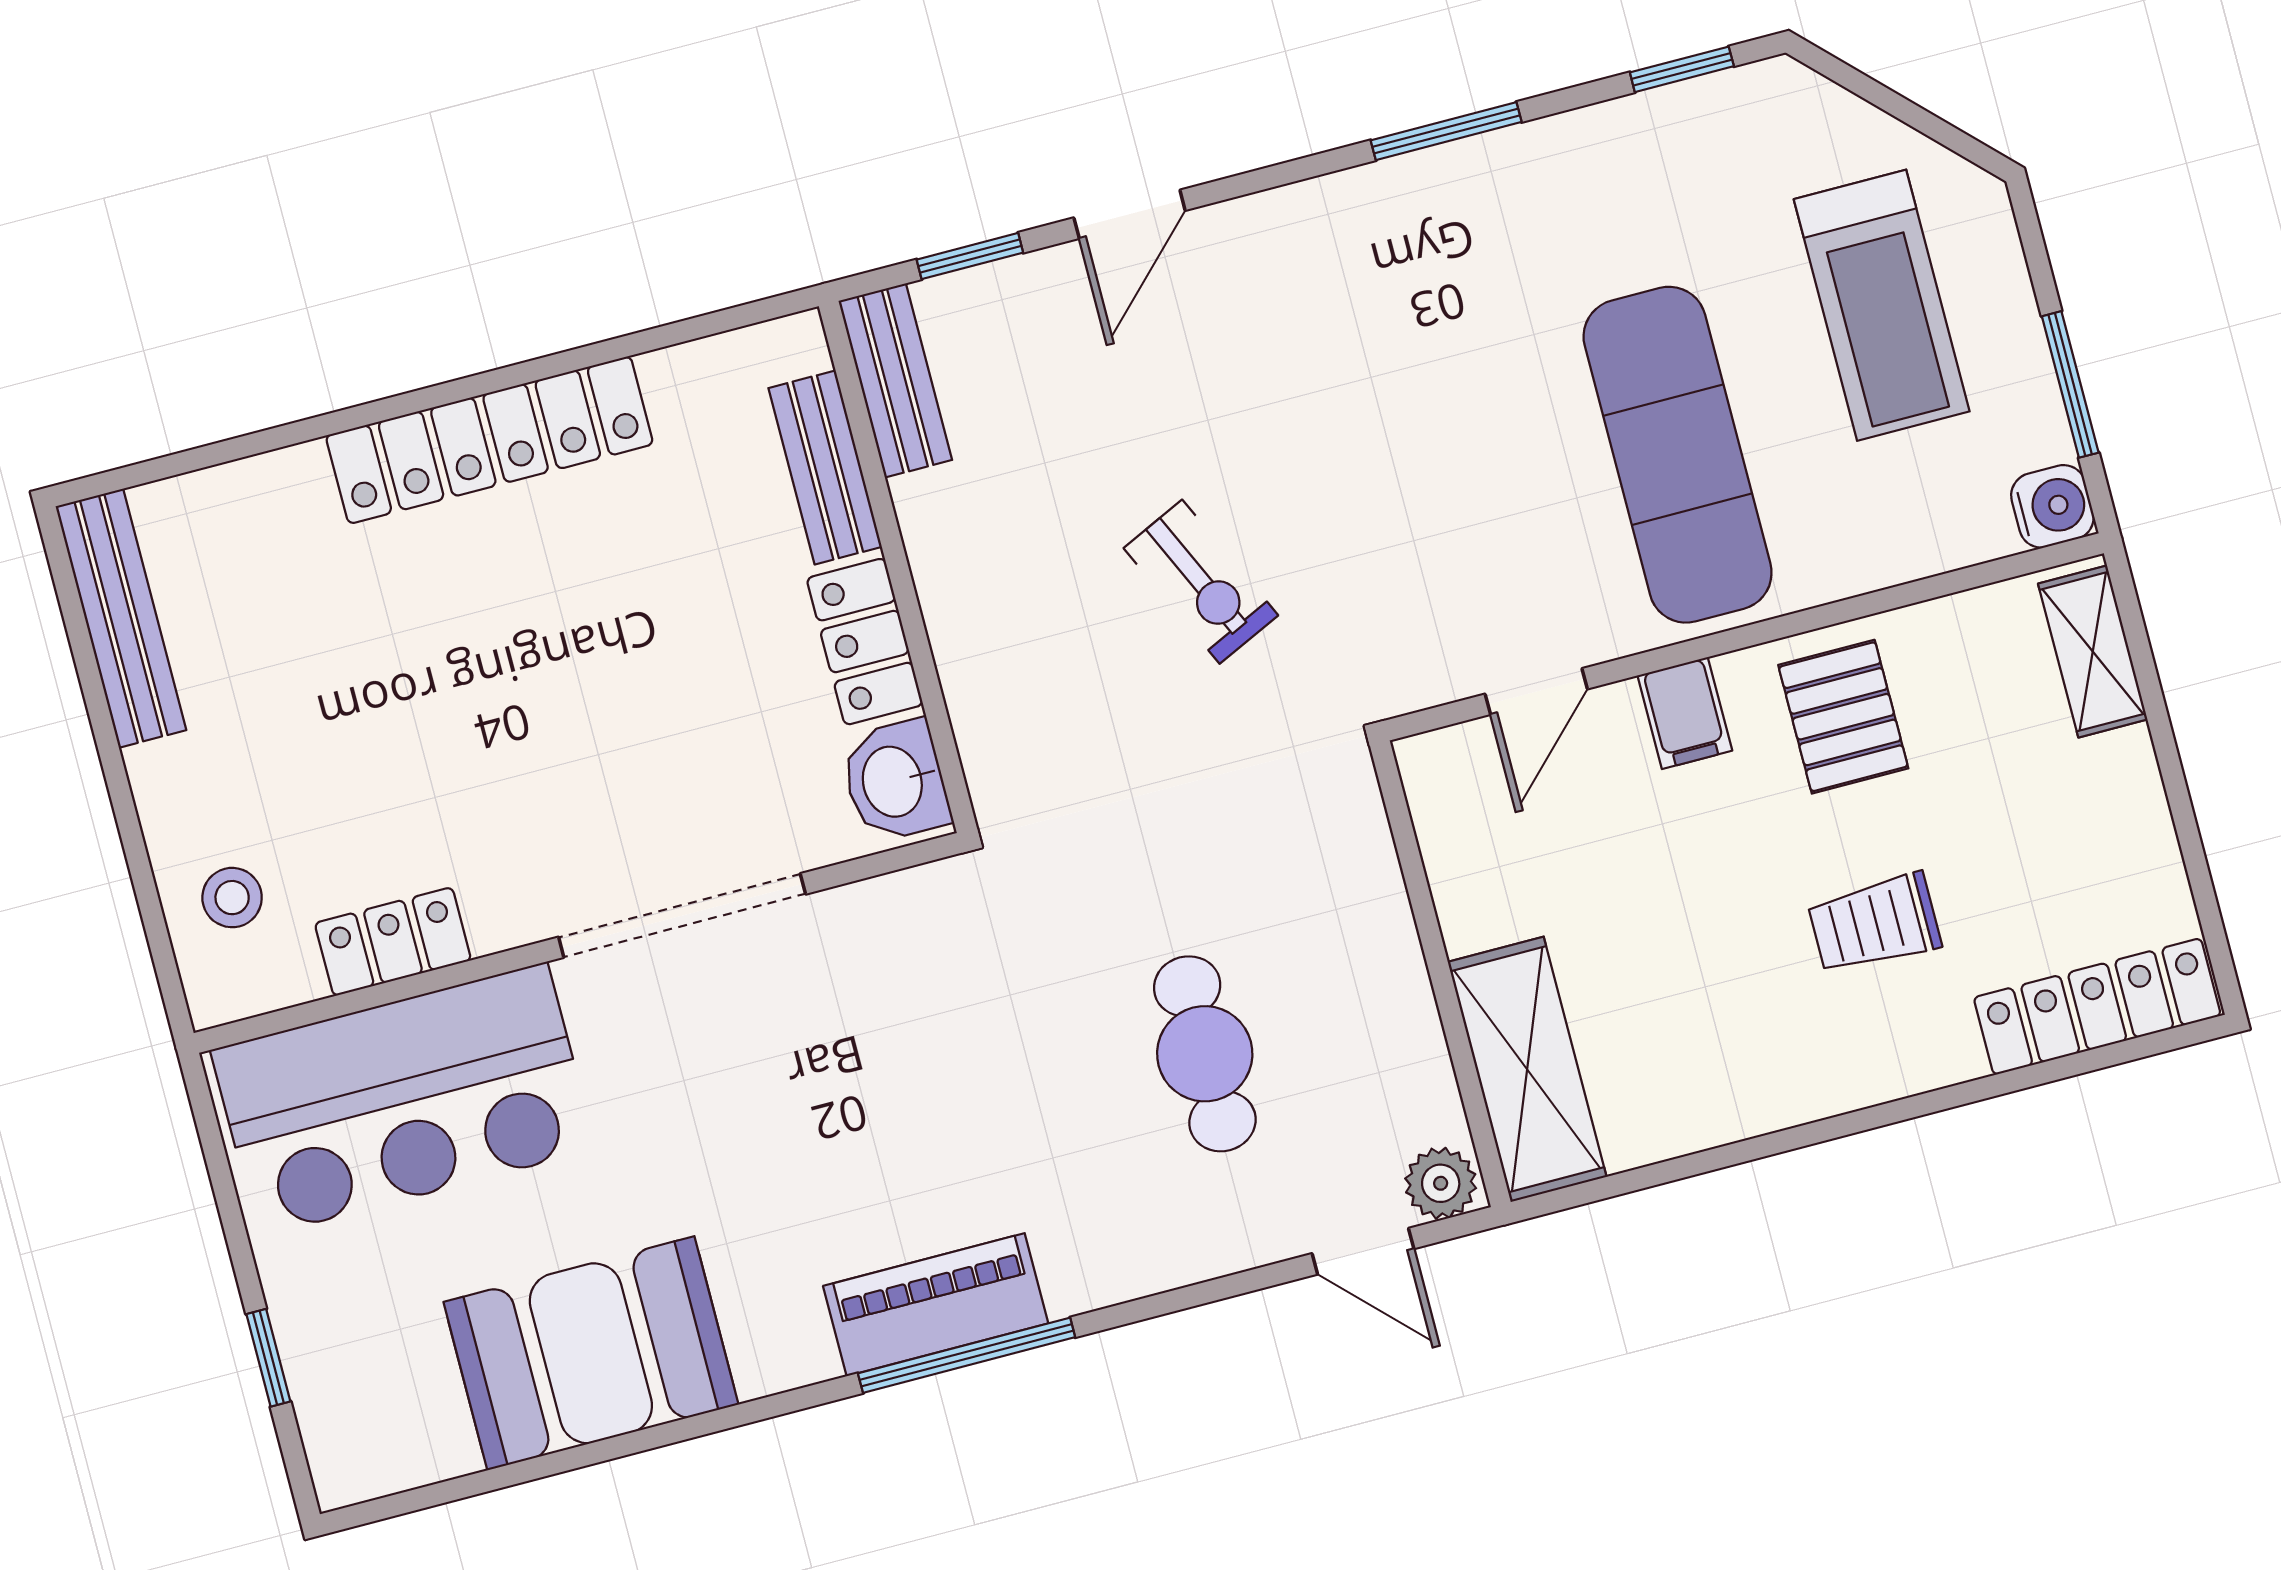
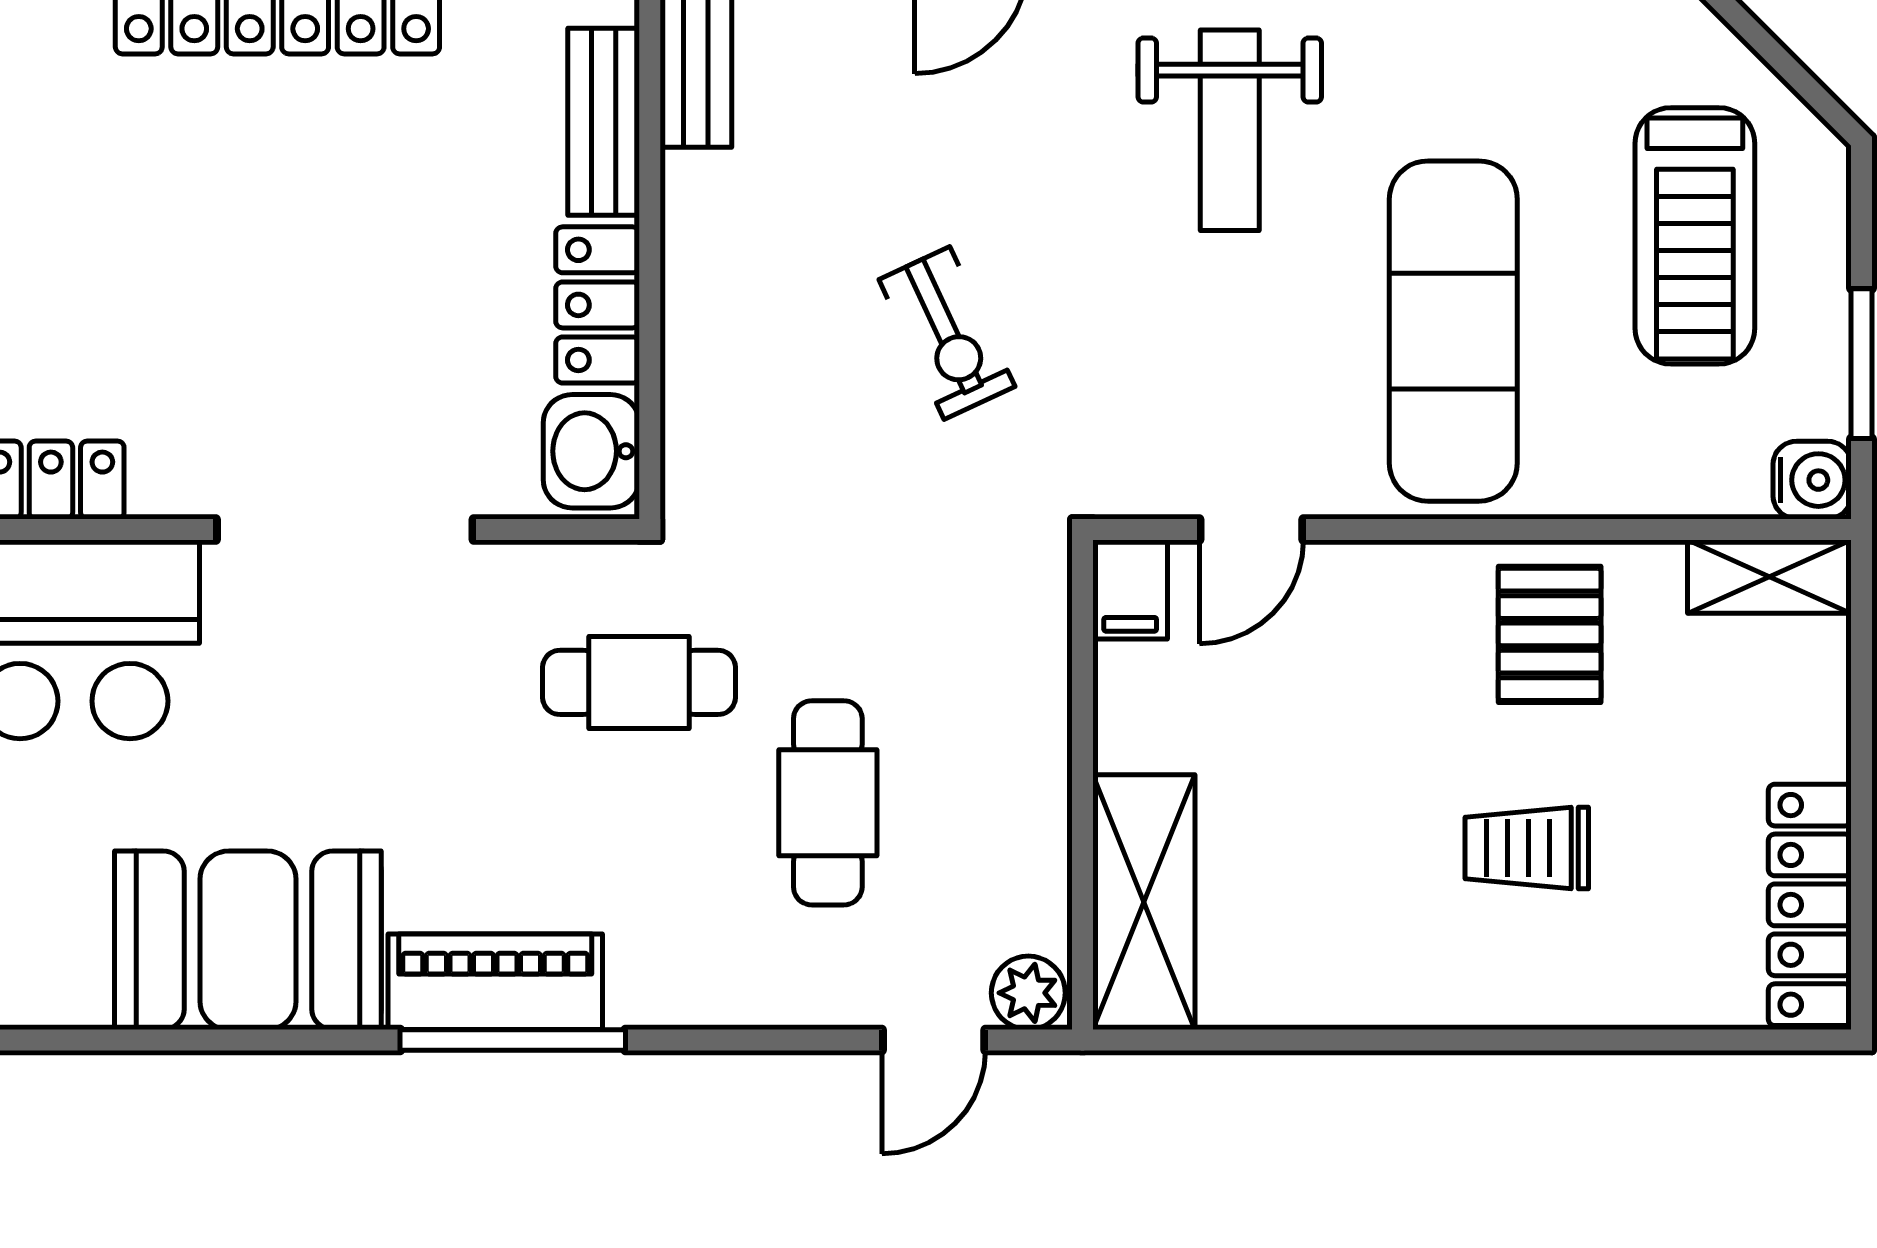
weight bench: (1417, 321) -> (1230, 130), added
shelving: (2093, 652) -> (1769, 577), moved, turned 90
filing cabinet: (1685, 713) -> (1130, 590), moved
cafe table: (997, 987) -> (639, 682), added
locker: (2097, 1007) -> (1810, 905), moved, turned -90
door: (1363, 1251) -> (934, 1040), hinge flipped
booth: (591, 1353) -> (248, 940), moved

